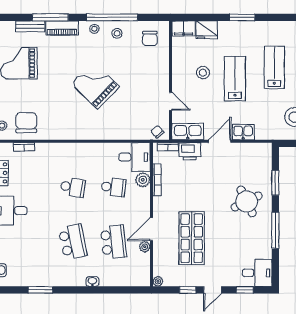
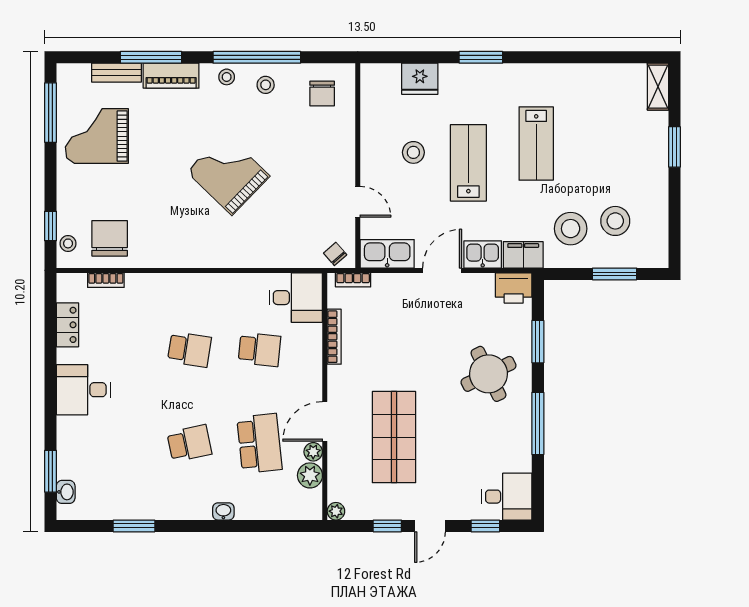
filing cabinet: (183, 28) -> (523, 255), moved, turned 180
lab bench: (274, 67) -> (536, 143), turned 180
printer: (190, 151) -> (514, 288), moved
plant: (143, 180) -> (310, 475), moved
school desk: (73, 242) -> (189, 443), width x0.54

